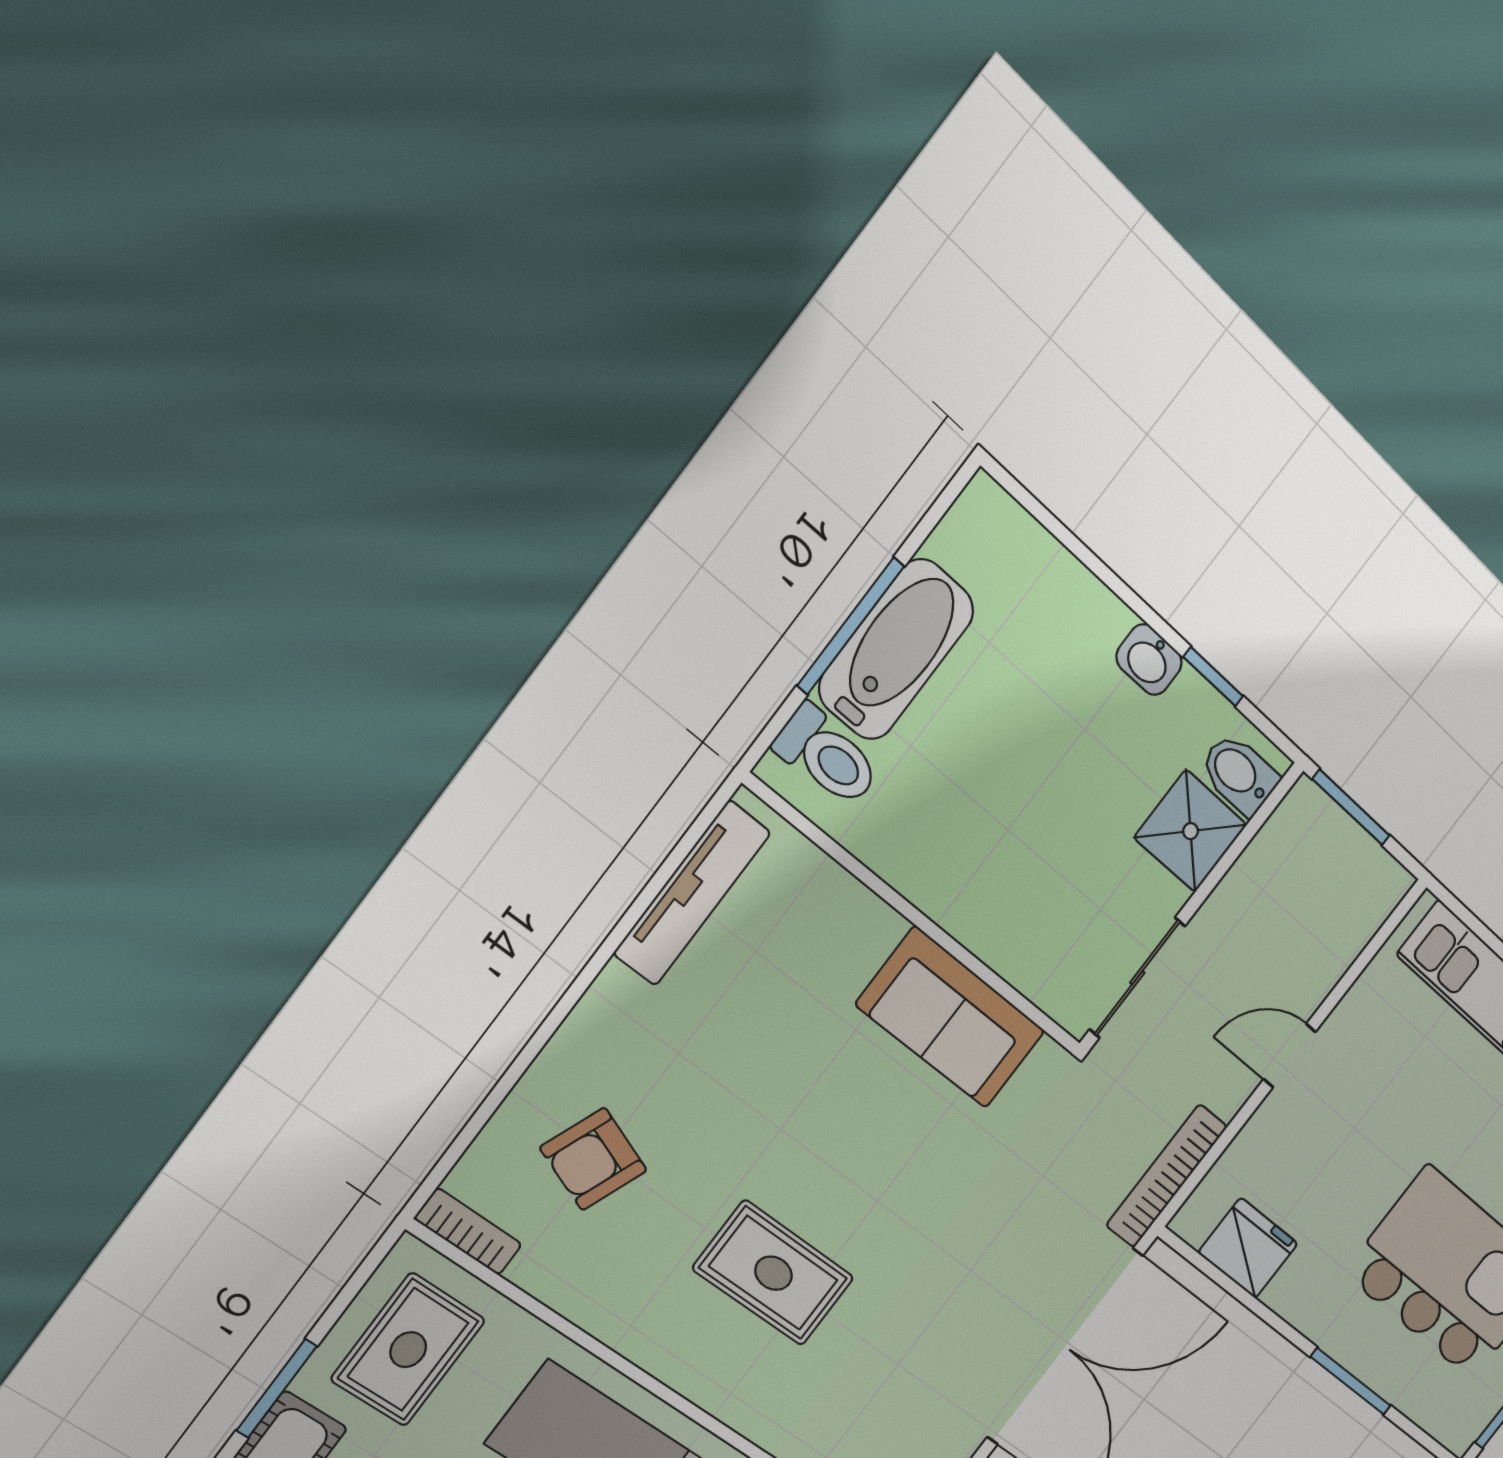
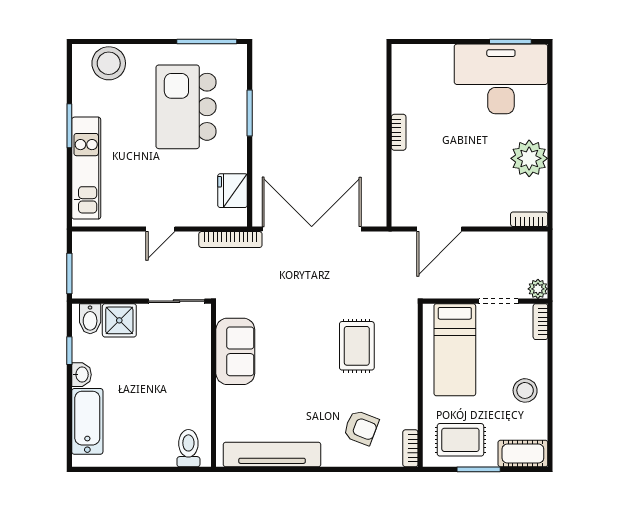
window: (851, 626) -> (147, 469), removed
bathtub: (896, 650) -> (87, 421), moved, turned 90
tv unit: (692, 893) -> (272, 455), width x1.36, depth x1.29
door: (1290, 1056) -> (160, 229), hinge flipped
window: (277, 1388) -> (479, 469), moved

